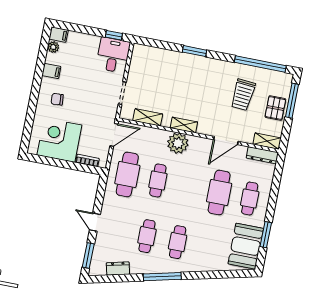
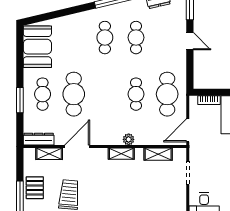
shelving: (267, 141) -> (49, 154), moved
plant: (178, 143) -> (129, 139), width x0.53, depth x0.53
window: (266, 235) -> (20, 100), moved

